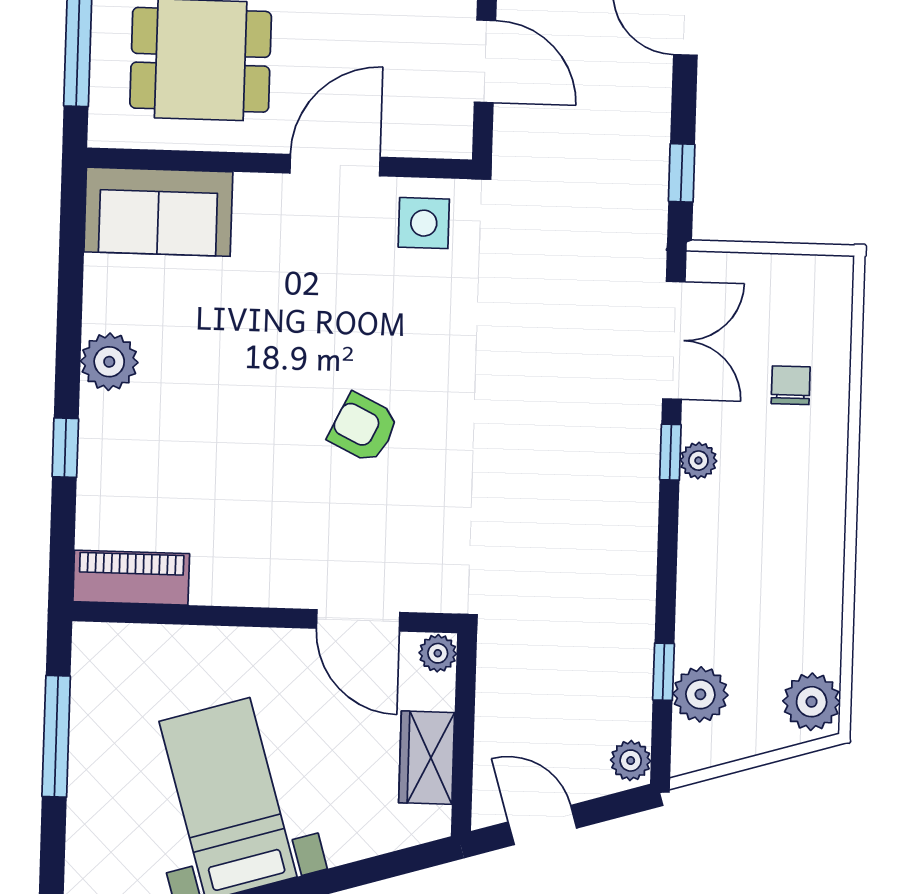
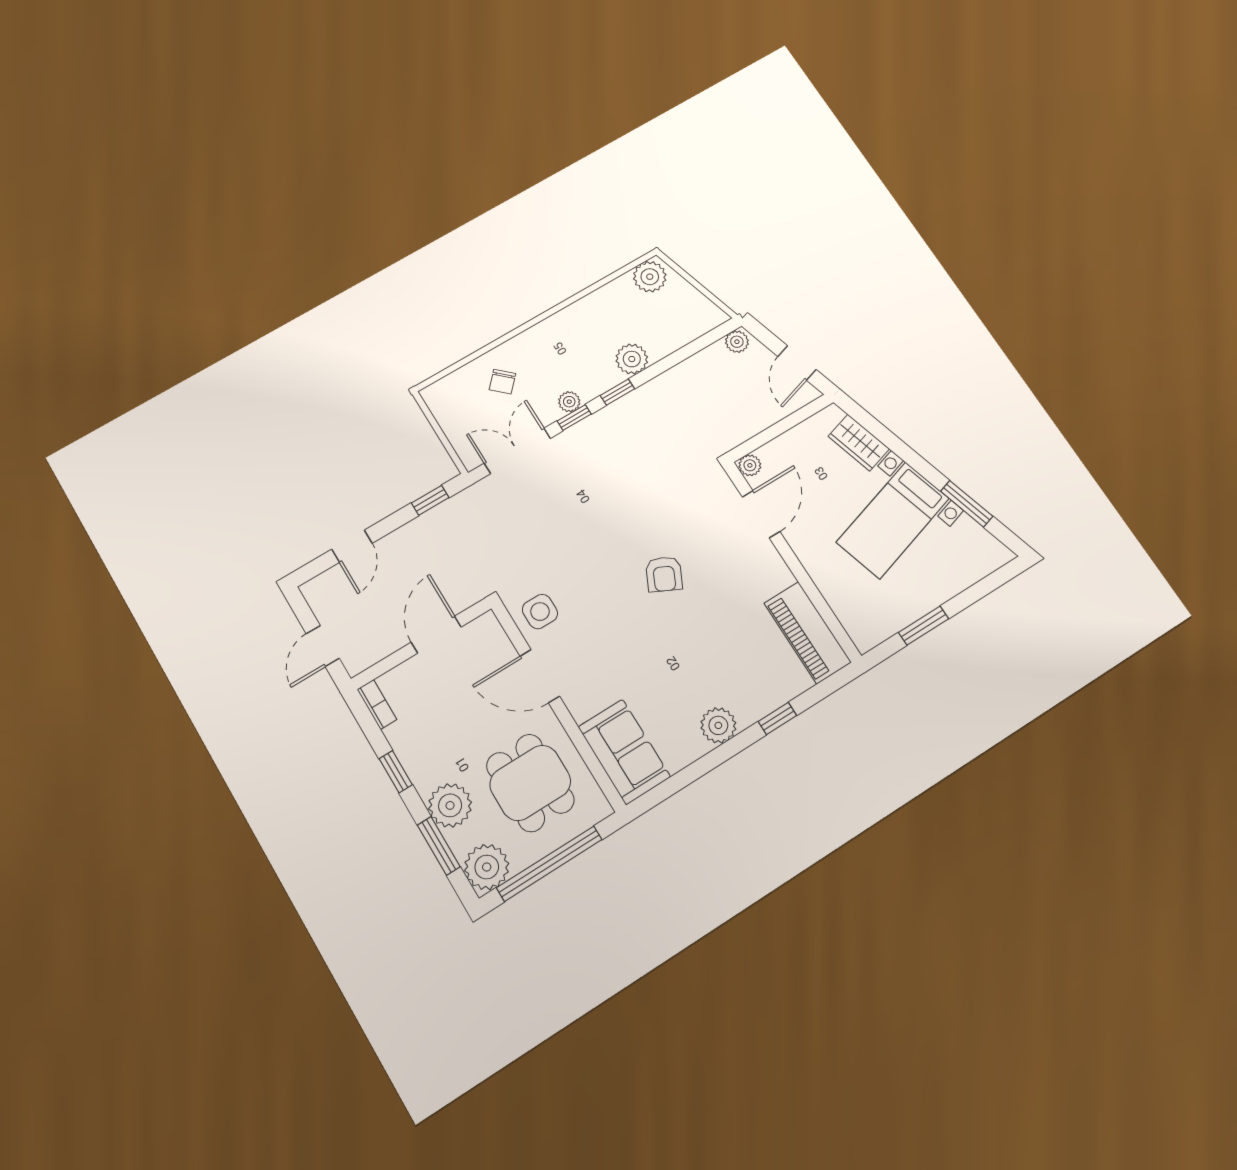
chair: (791, 385) -> (502, 382), turned -47
piano: (131, 578) -> (808, 633), width x1.37, depth x1.33
window: (663, 672) -> (617, 392), moved
plant: (700, 694) -> (632, 359), moved
window: (56, 736) -> (924, 626), width x0.69
wardrobe: (427, 758) -> (859, 443), moved, turned 73

